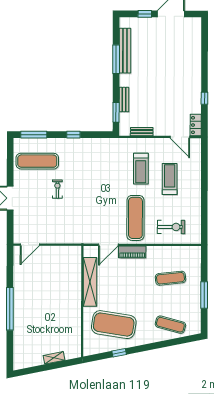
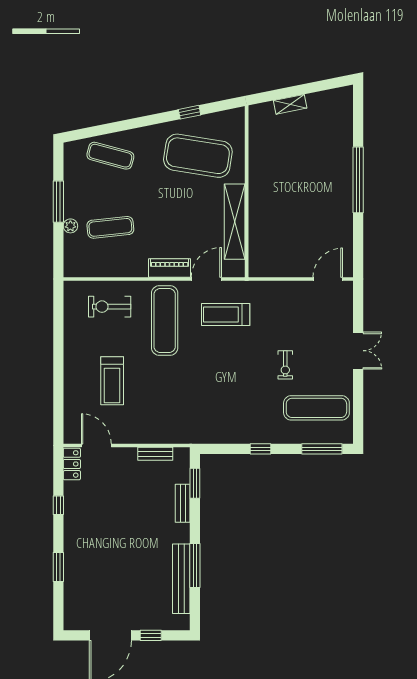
window: (205, 58) -> (58, 567), added
treadmill: (141, 169) -> (226, 315), moved, turned -90
plant: (196, 279) -> (70, 226), added

